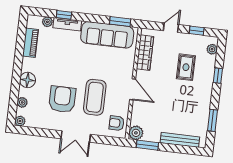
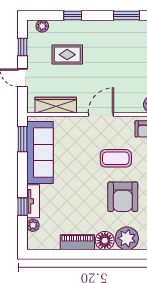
piano: (31, 43) -> (77, 242), moved
coffee table: (95, 97) -> (116, 158), width x0.73, depth x0.76
armchair: (62, 99) -> (123, 197), turned -90
plant: (22, 102) -> (127, 238), width x1.88, depth x1.88

